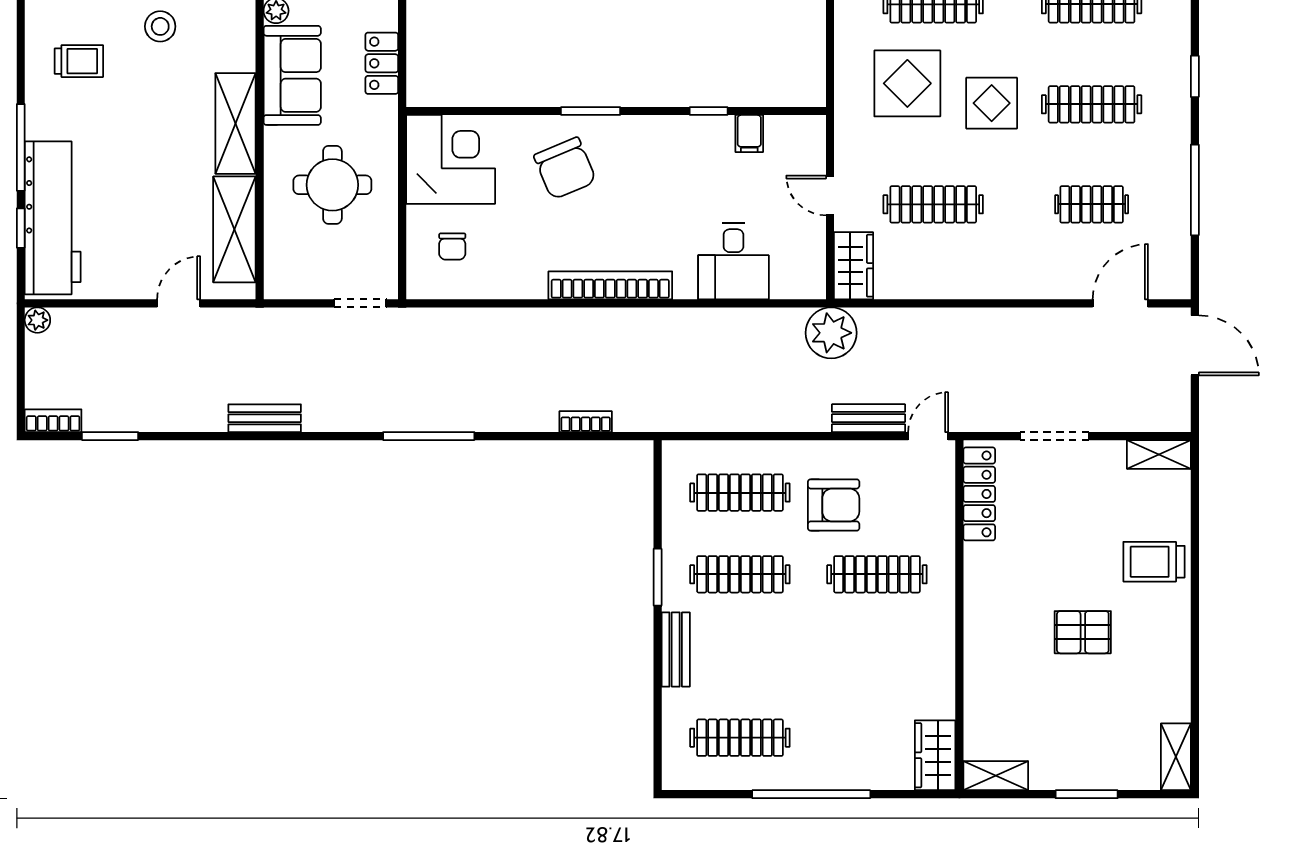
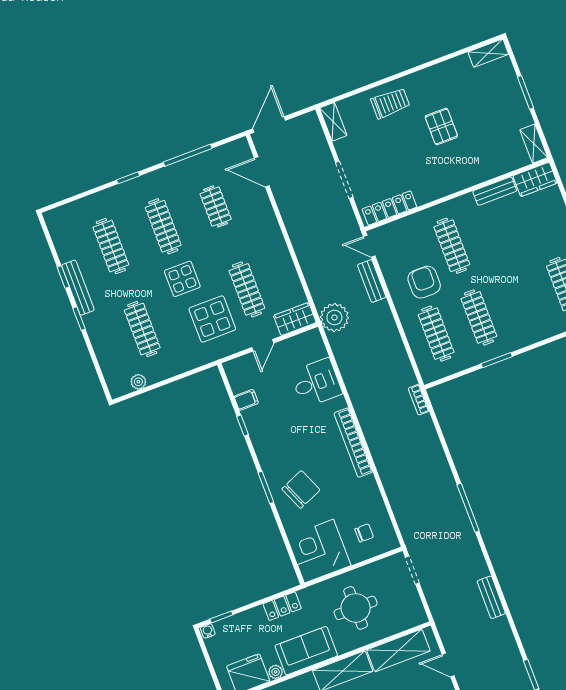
display table: (907, 83) -> (212, 319), moved
bookcase: (586, 422) -> (419, 400), moved
trolley: (1154, 562) -> (390, 103), turned -90
bench: (676, 650) -> (495, 191), moved

